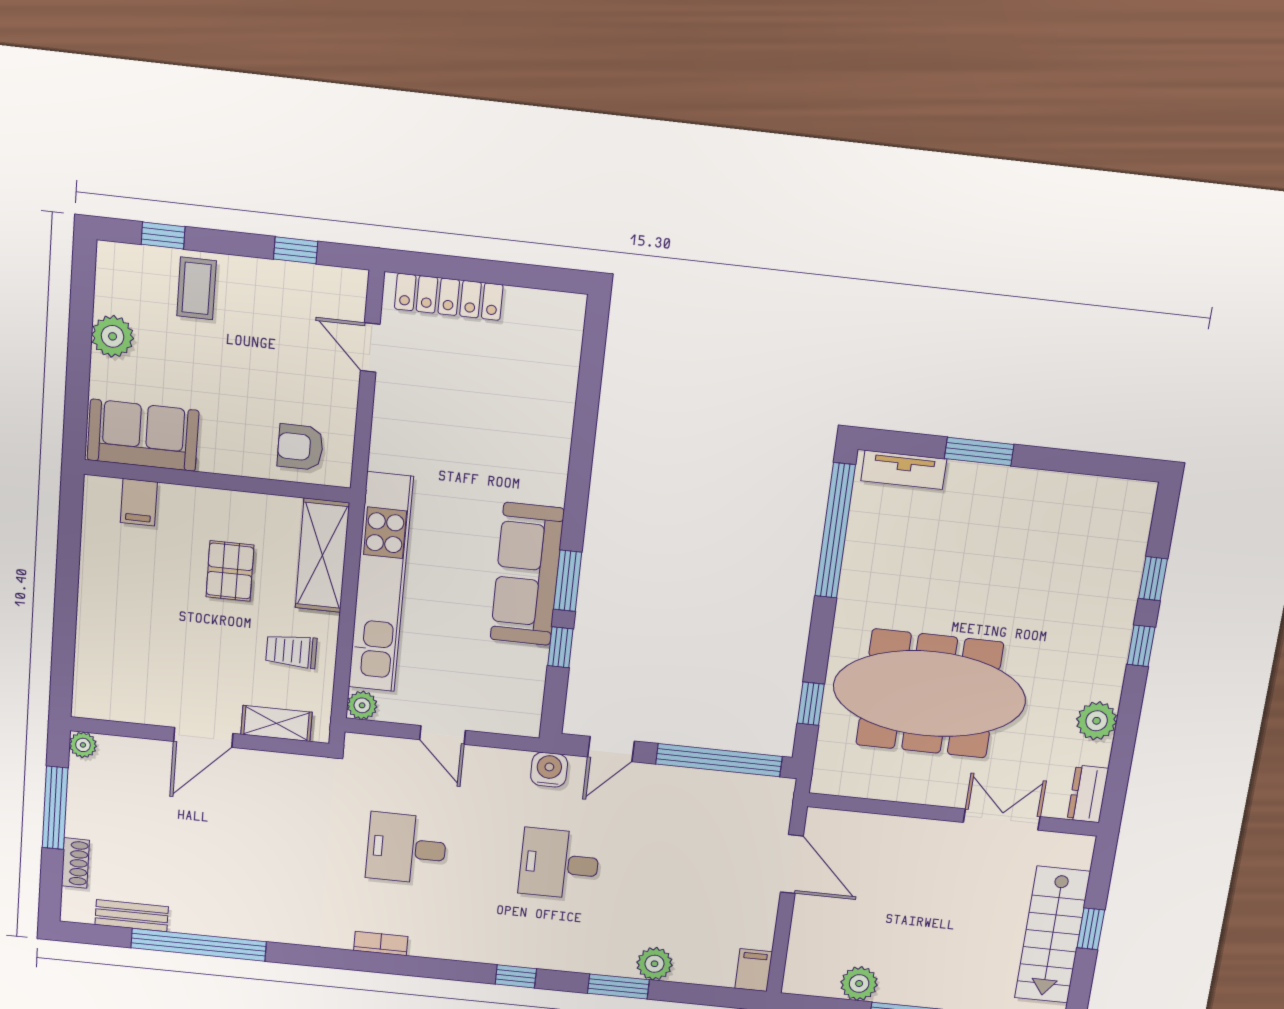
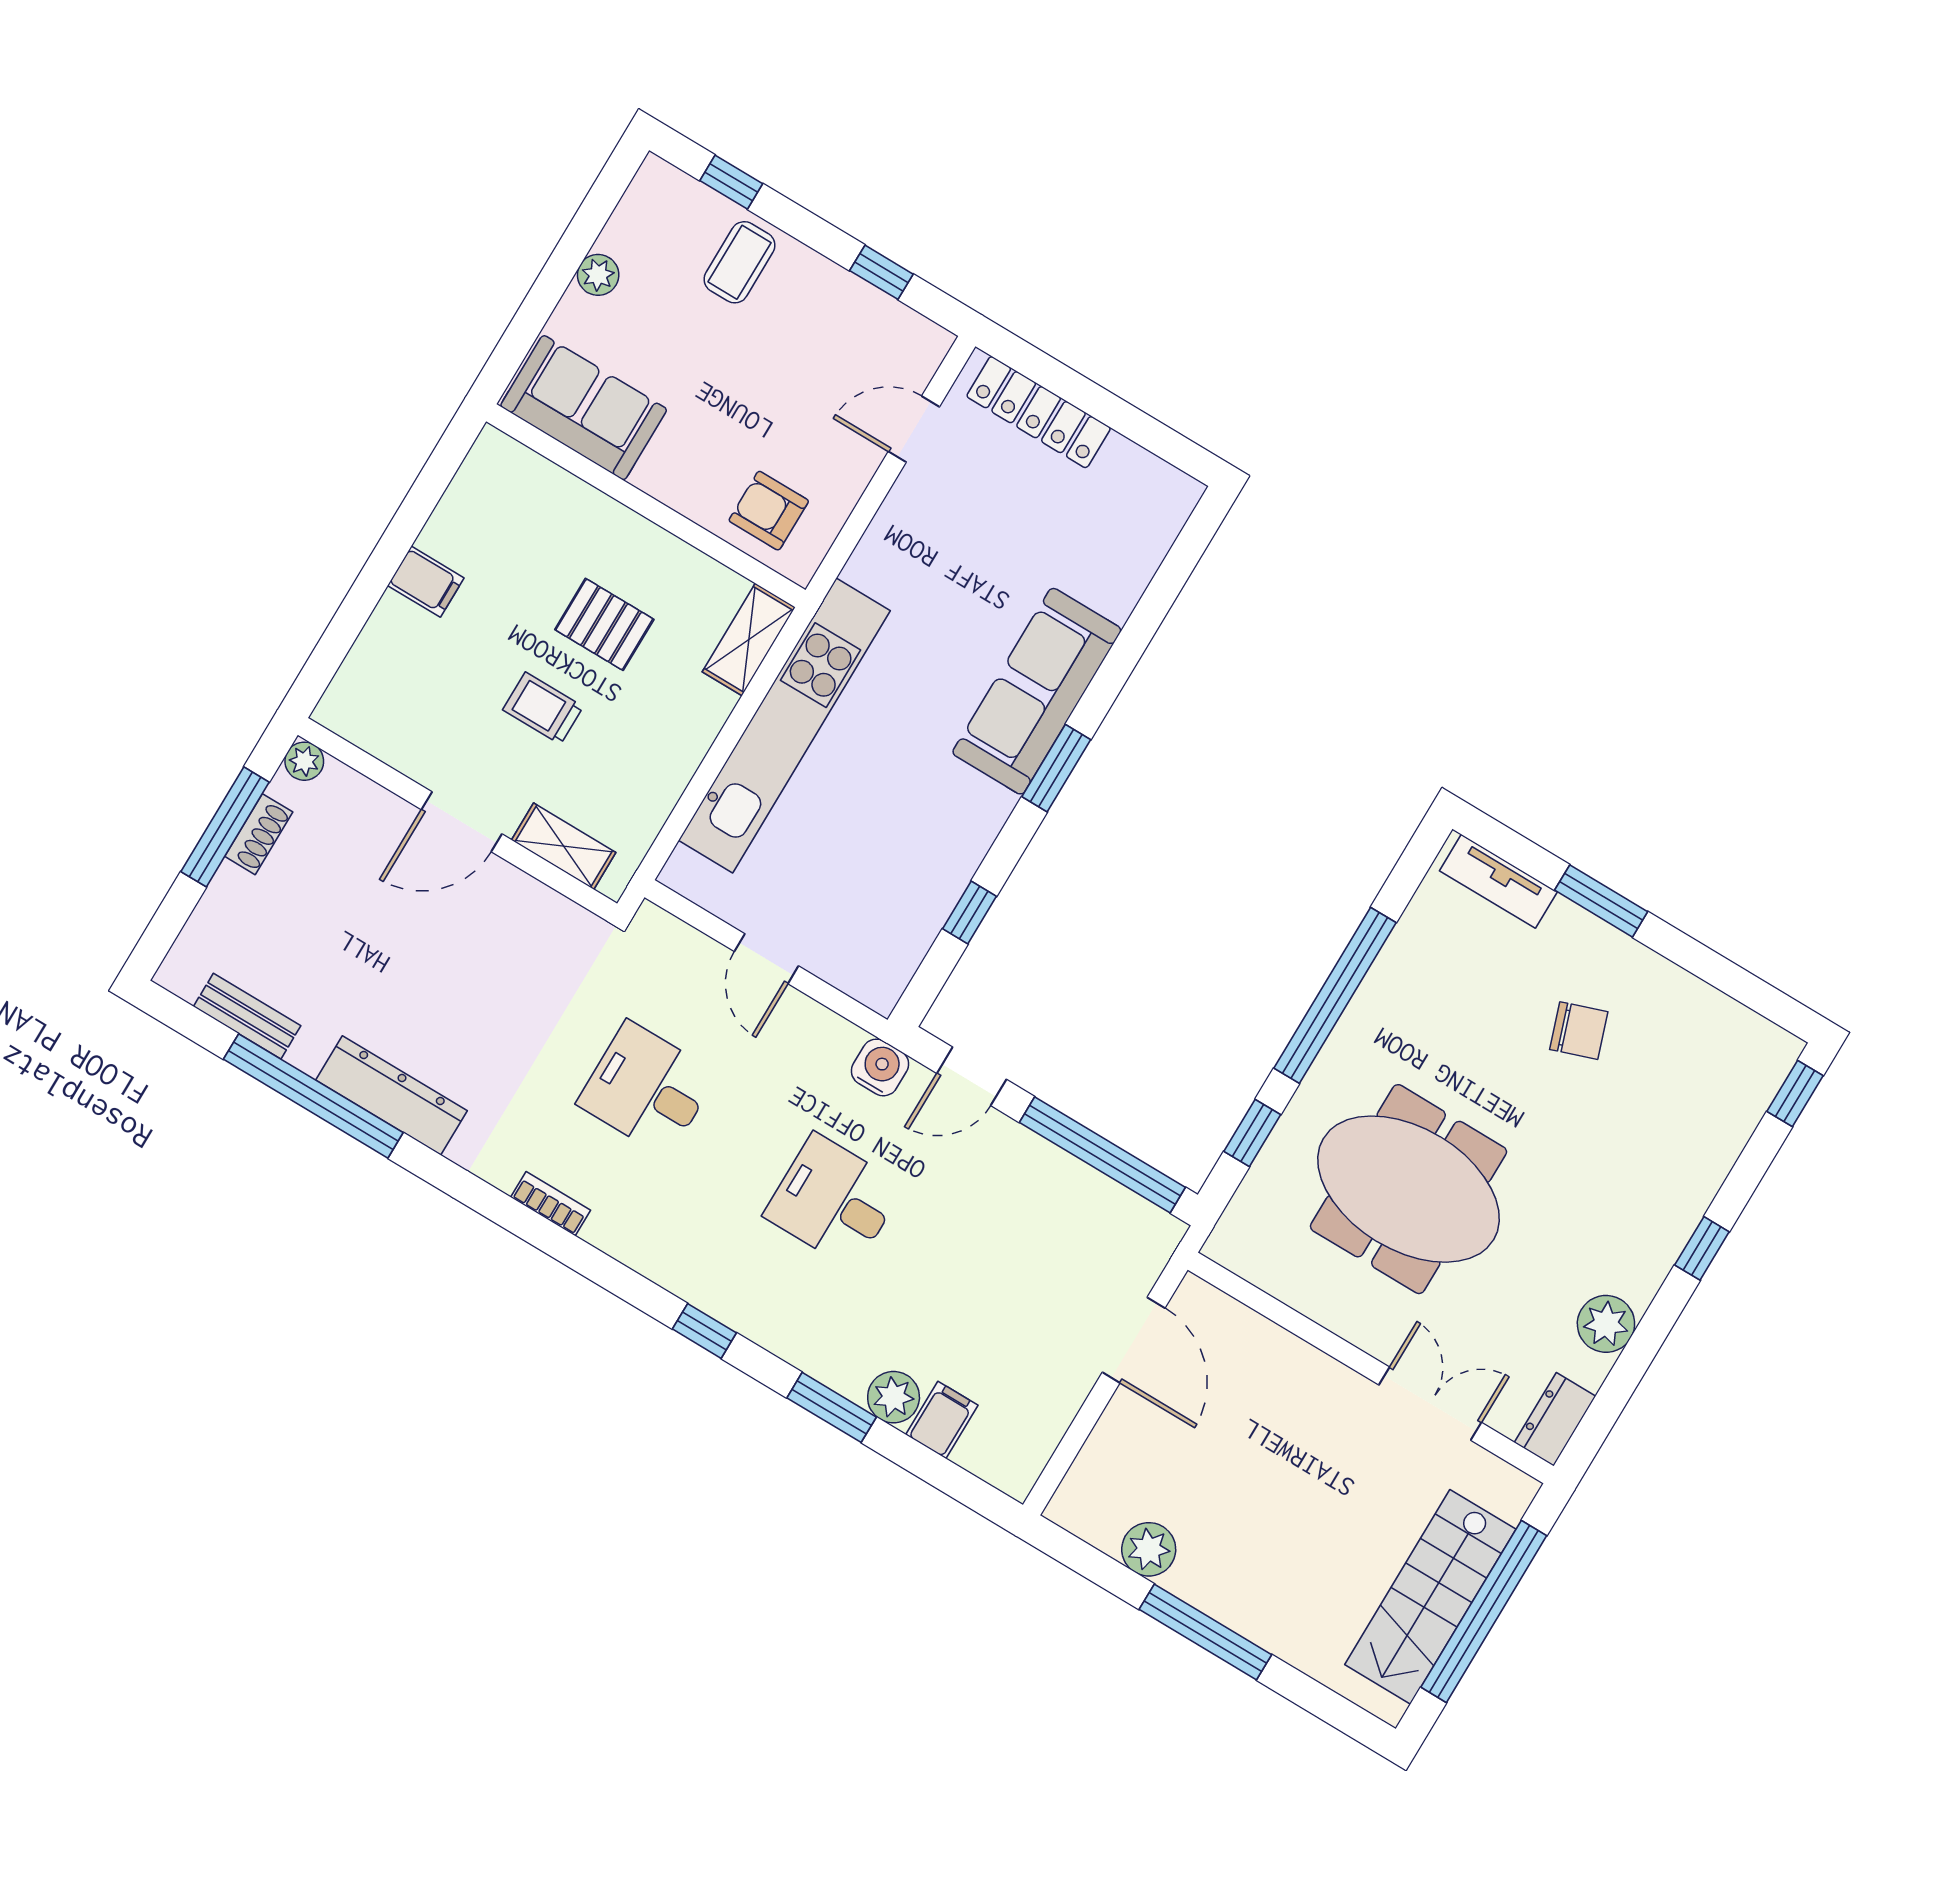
plant: (113, 336) -> (598, 275), width x0.73, depth x0.73
door: (370, 347) -> (914, 429), hinge flipped
filing cabinet: (139, 502) -> (426, 582), moved, turned -90
window: (835, 531) -> (1335, 995), moved
chair: (1000, 543) -> (1579, 1031), added
shelving: (322, 555) -> (749, 640), width x0.67, depth x0.75
pallet: (230, 571) -> (604, 624), turned 90
sofa: (527, 574) -> (1037, 691), moved
window: (1153, 579) -> (1795, 1094), moved
window: (568, 581) -> (1056, 768), moved
trolley: (291, 651) -> (543, 708), moved
meeting table: (929, 694) -> (1408, 1189), width x0.73
plant: (362, 705) -> (684, 873), removed
shoe rack: (75, 863) -> (259, 834), moved
dresser: (247, 923) -> (392, 1095), added
window: (1091, 929) -> (1484, 1611), width x3.17
filing cabinet: (754, 970) -> (942, 1420), moved

